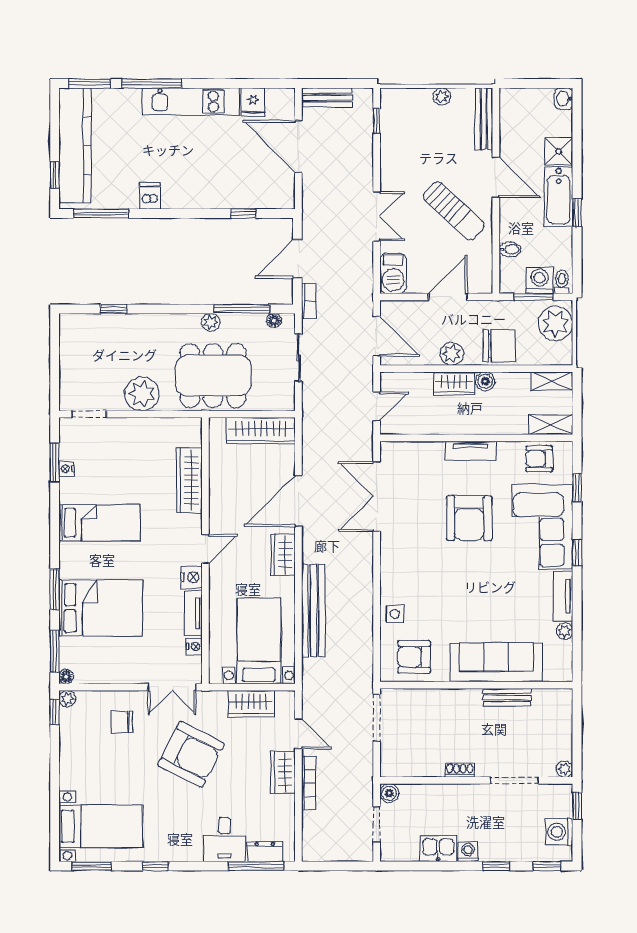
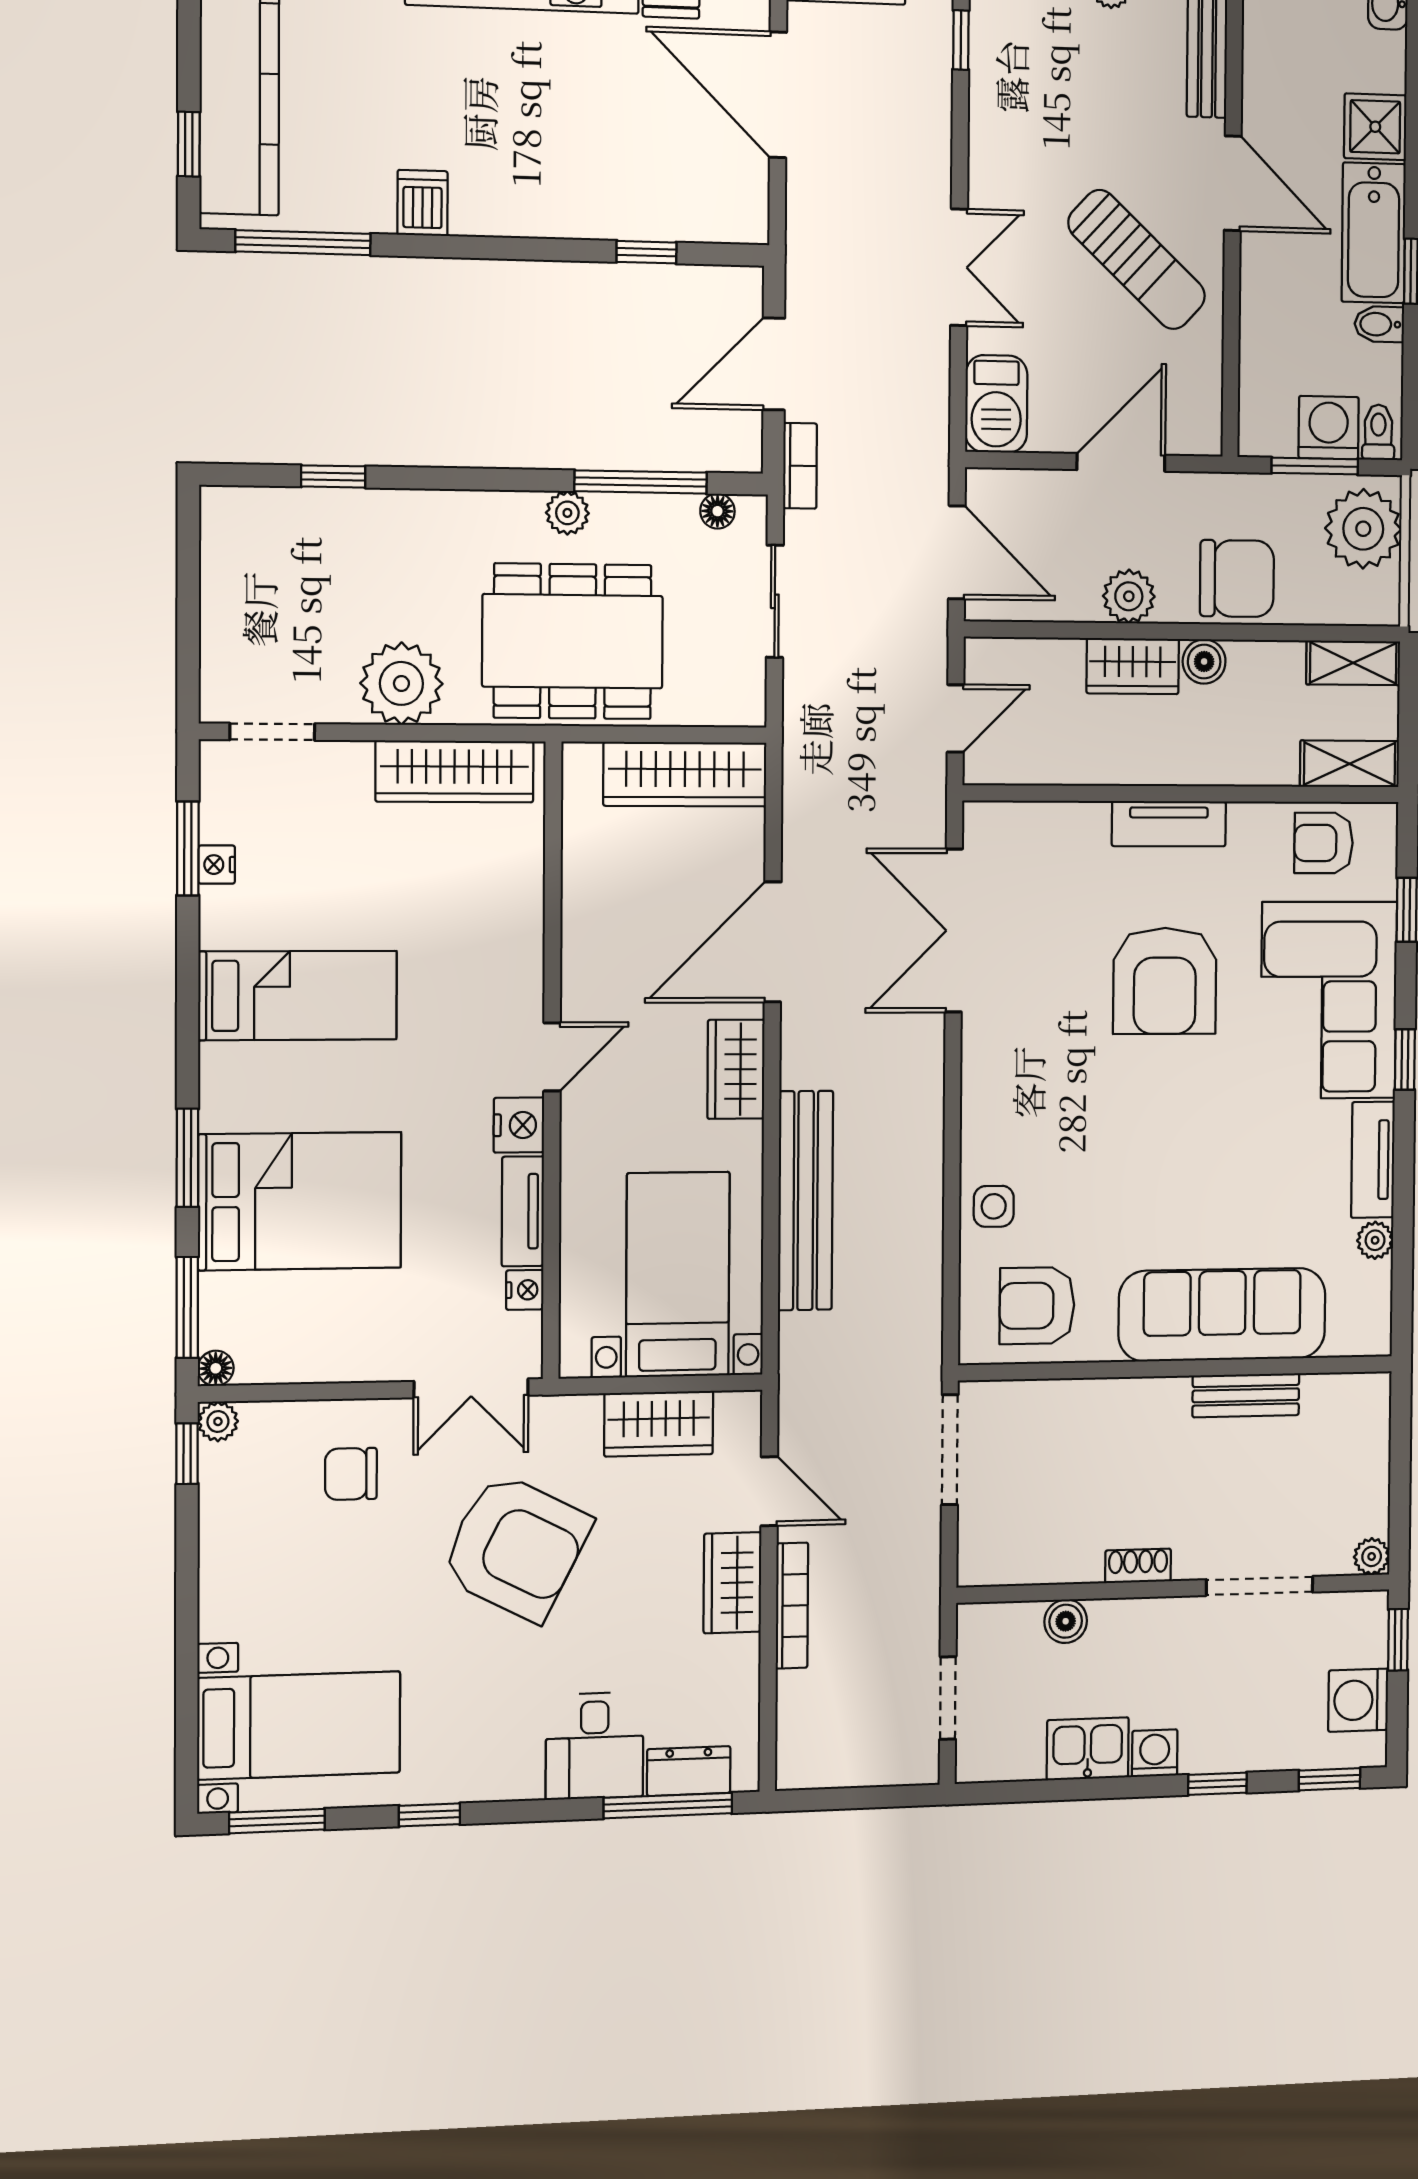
bidet: (510, 249) -> (1379, 324), moved, turned 180
wardrobe: (189, 480) -> (455, 771), moved, turned -90
boiler: (389, 793) -> (1066, 1621), moved

